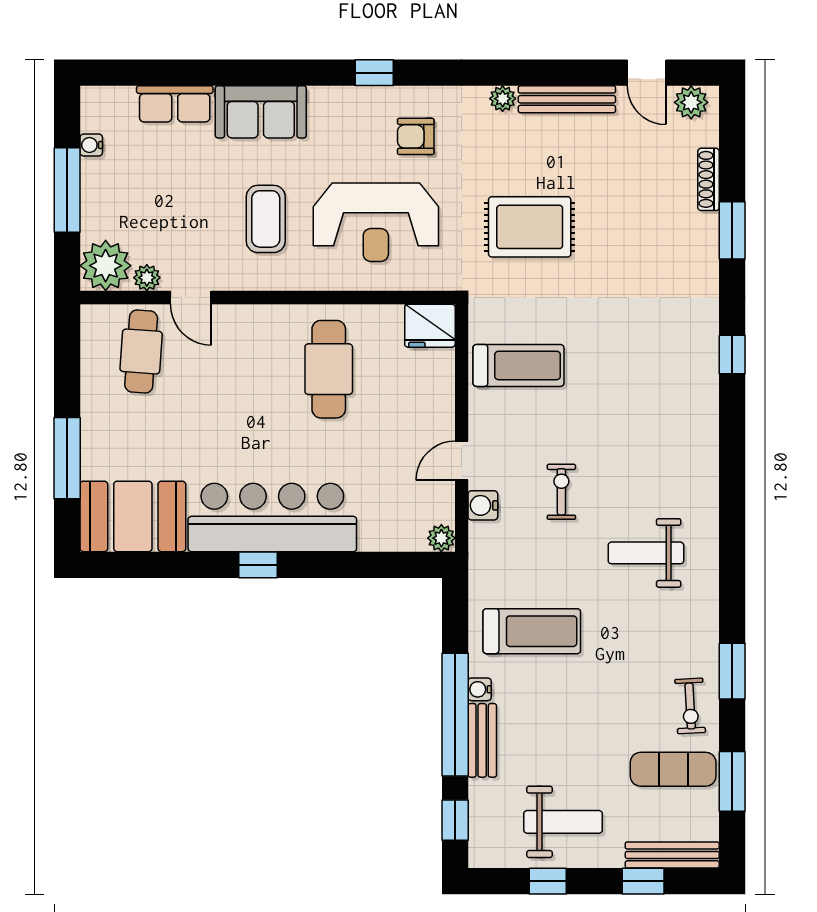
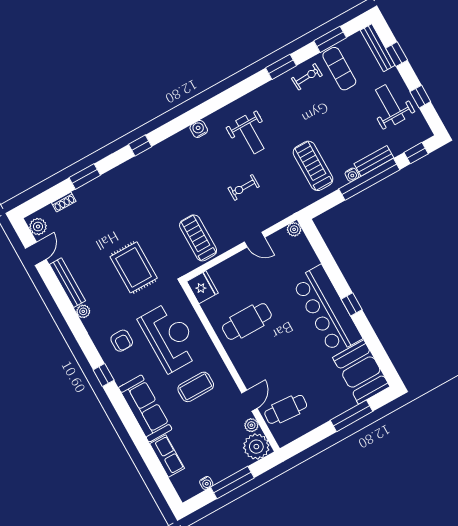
sofa: (261, 112) -> (145, 408), width x1.36
shoe rack: (708, 179) -> (64, 202), width x0.70
water cooler: (483, 505) -> (199, 129), moved, turned 180

